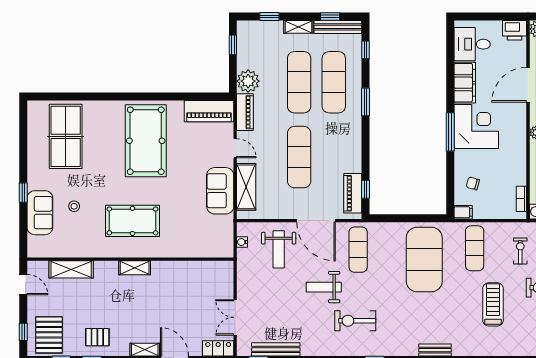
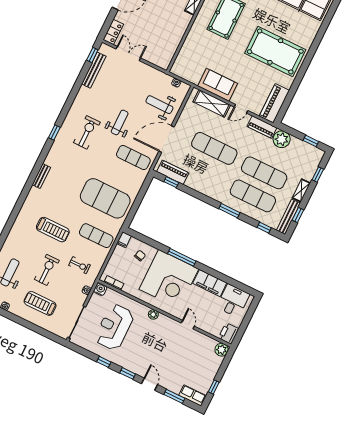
door: (528, 85) -> (188, 325), width x0.53
corner desk: (476, 127) -> (169, 279), width x1.36, depth x1.36

